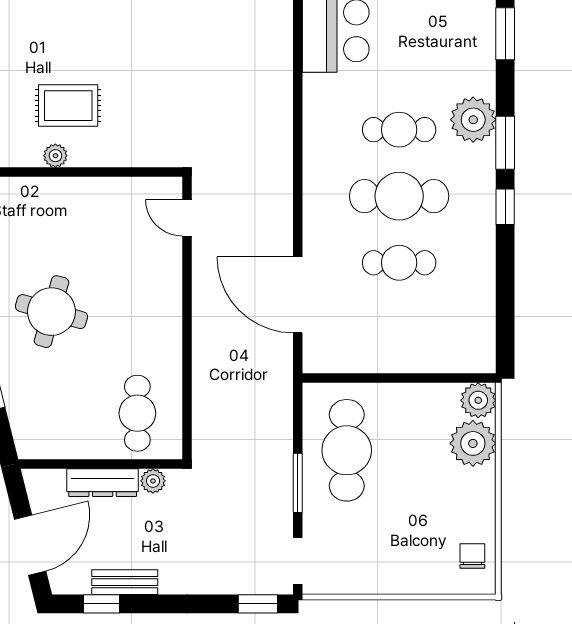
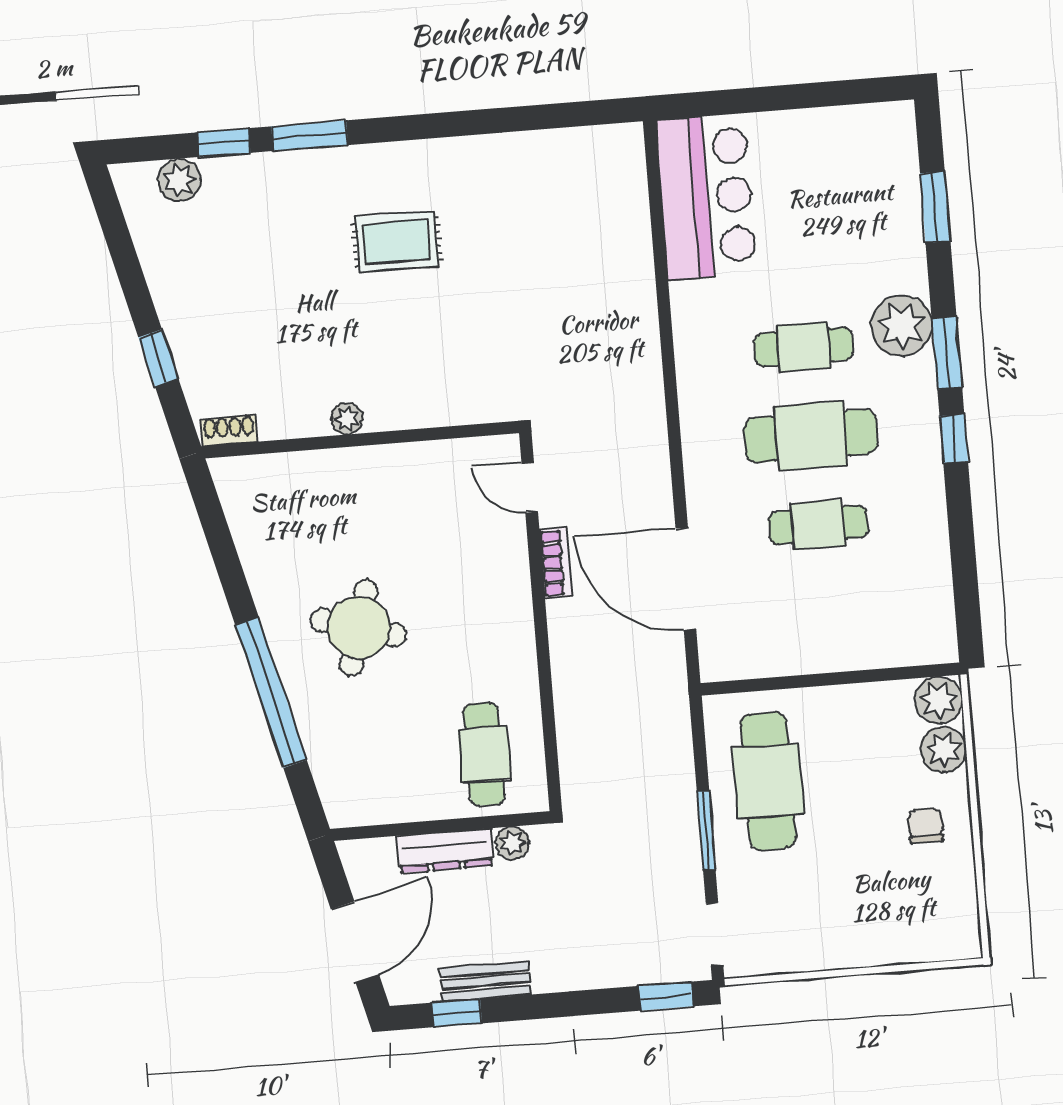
rug: (68, 106) -> (396, 242), moved
bookcase: (202, 275) -> (556, 563), added
plant: (473, 443) -> (944, 750), width x0.73, depth x0.73
chair: (472, 556) -> (925, 826), moved

